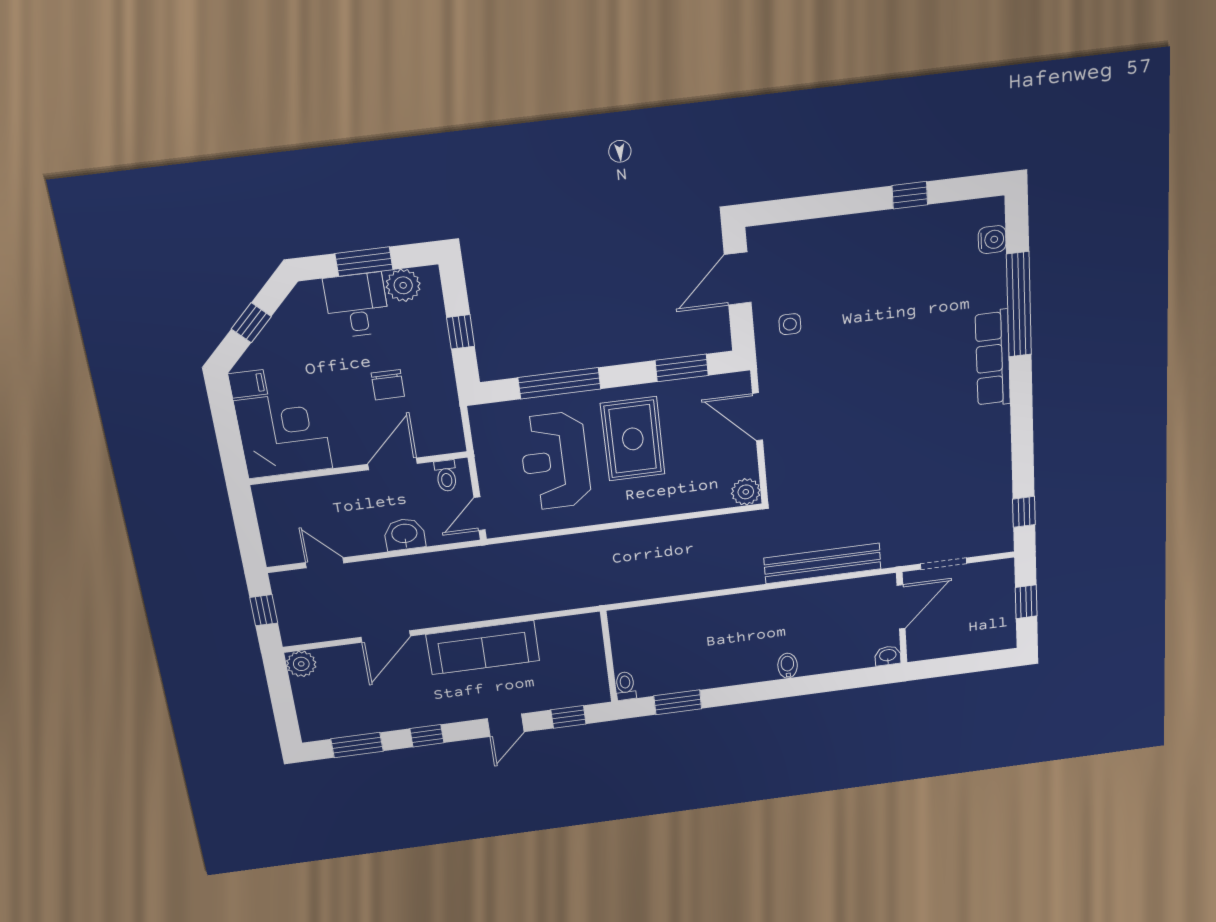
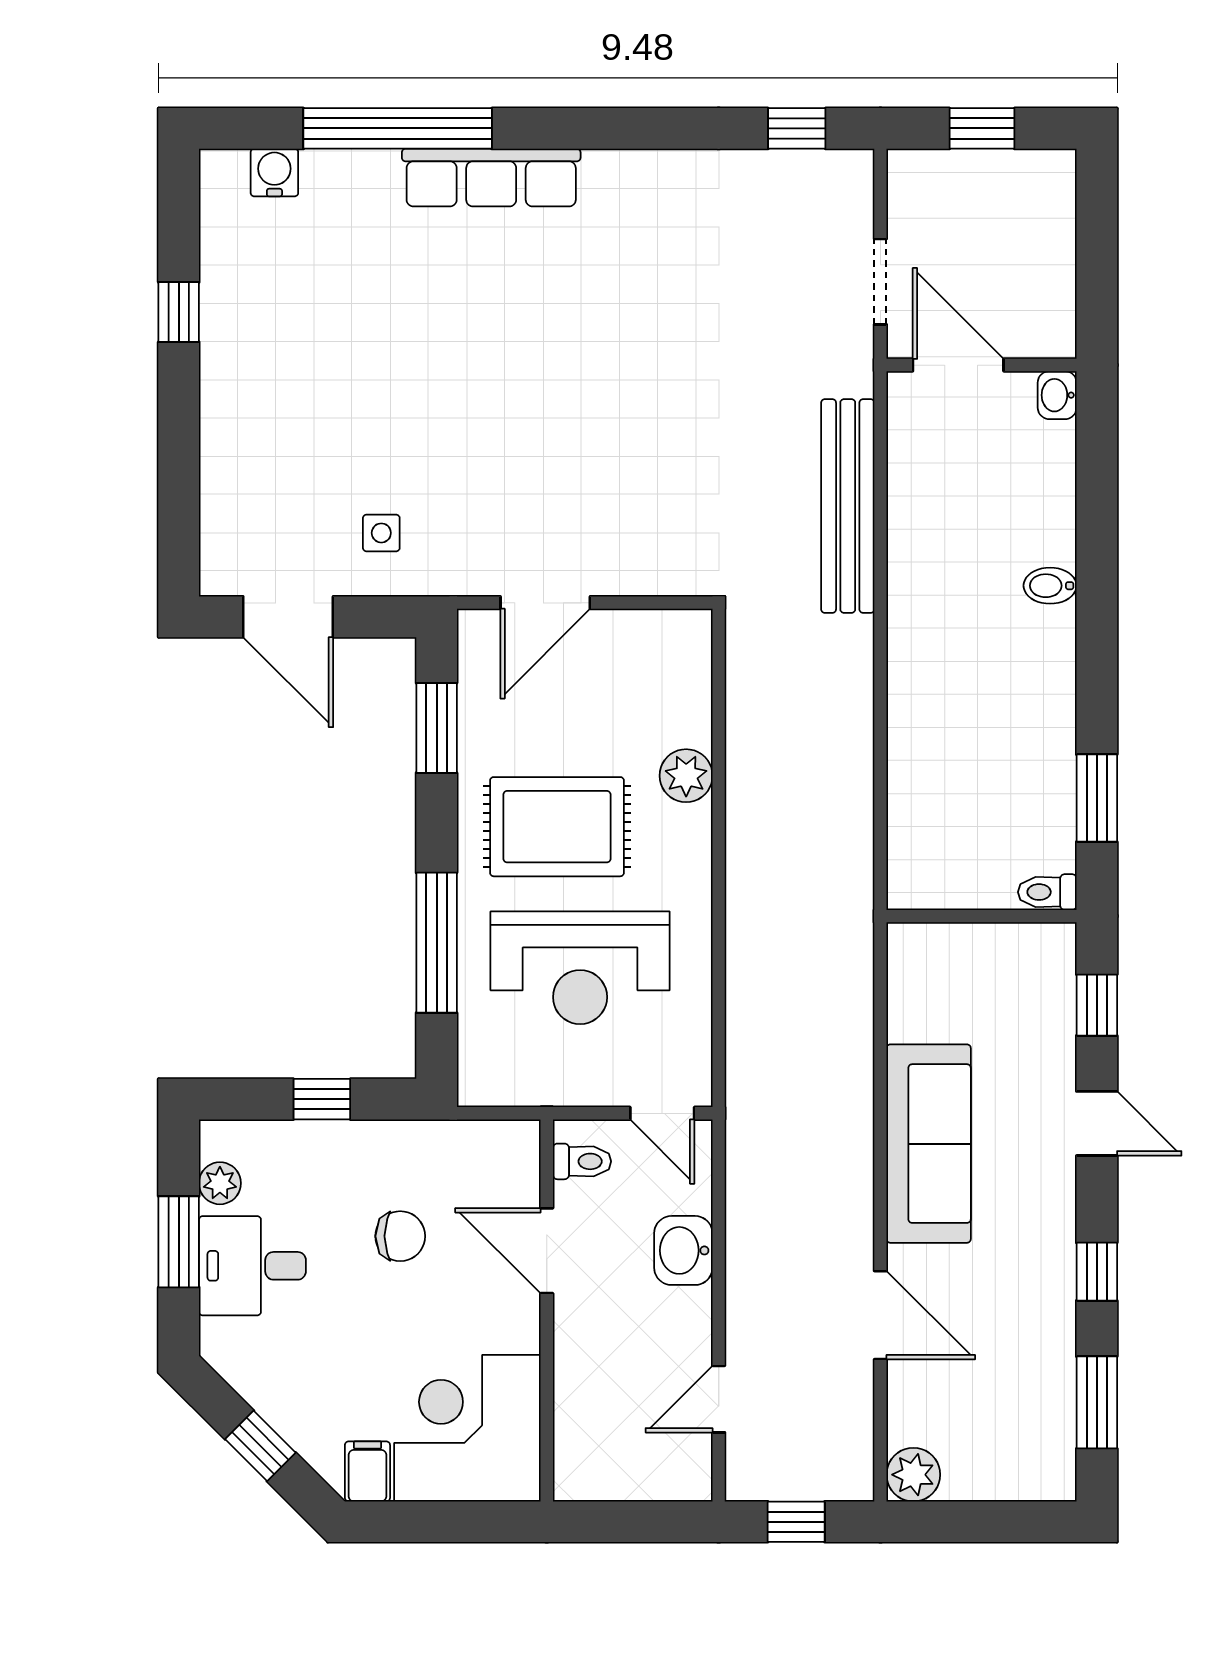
plant: (403, 285) -> (220, 1183), width x0.73, depth x0.73
plant: (746, 492) -> (686, 776), moved

